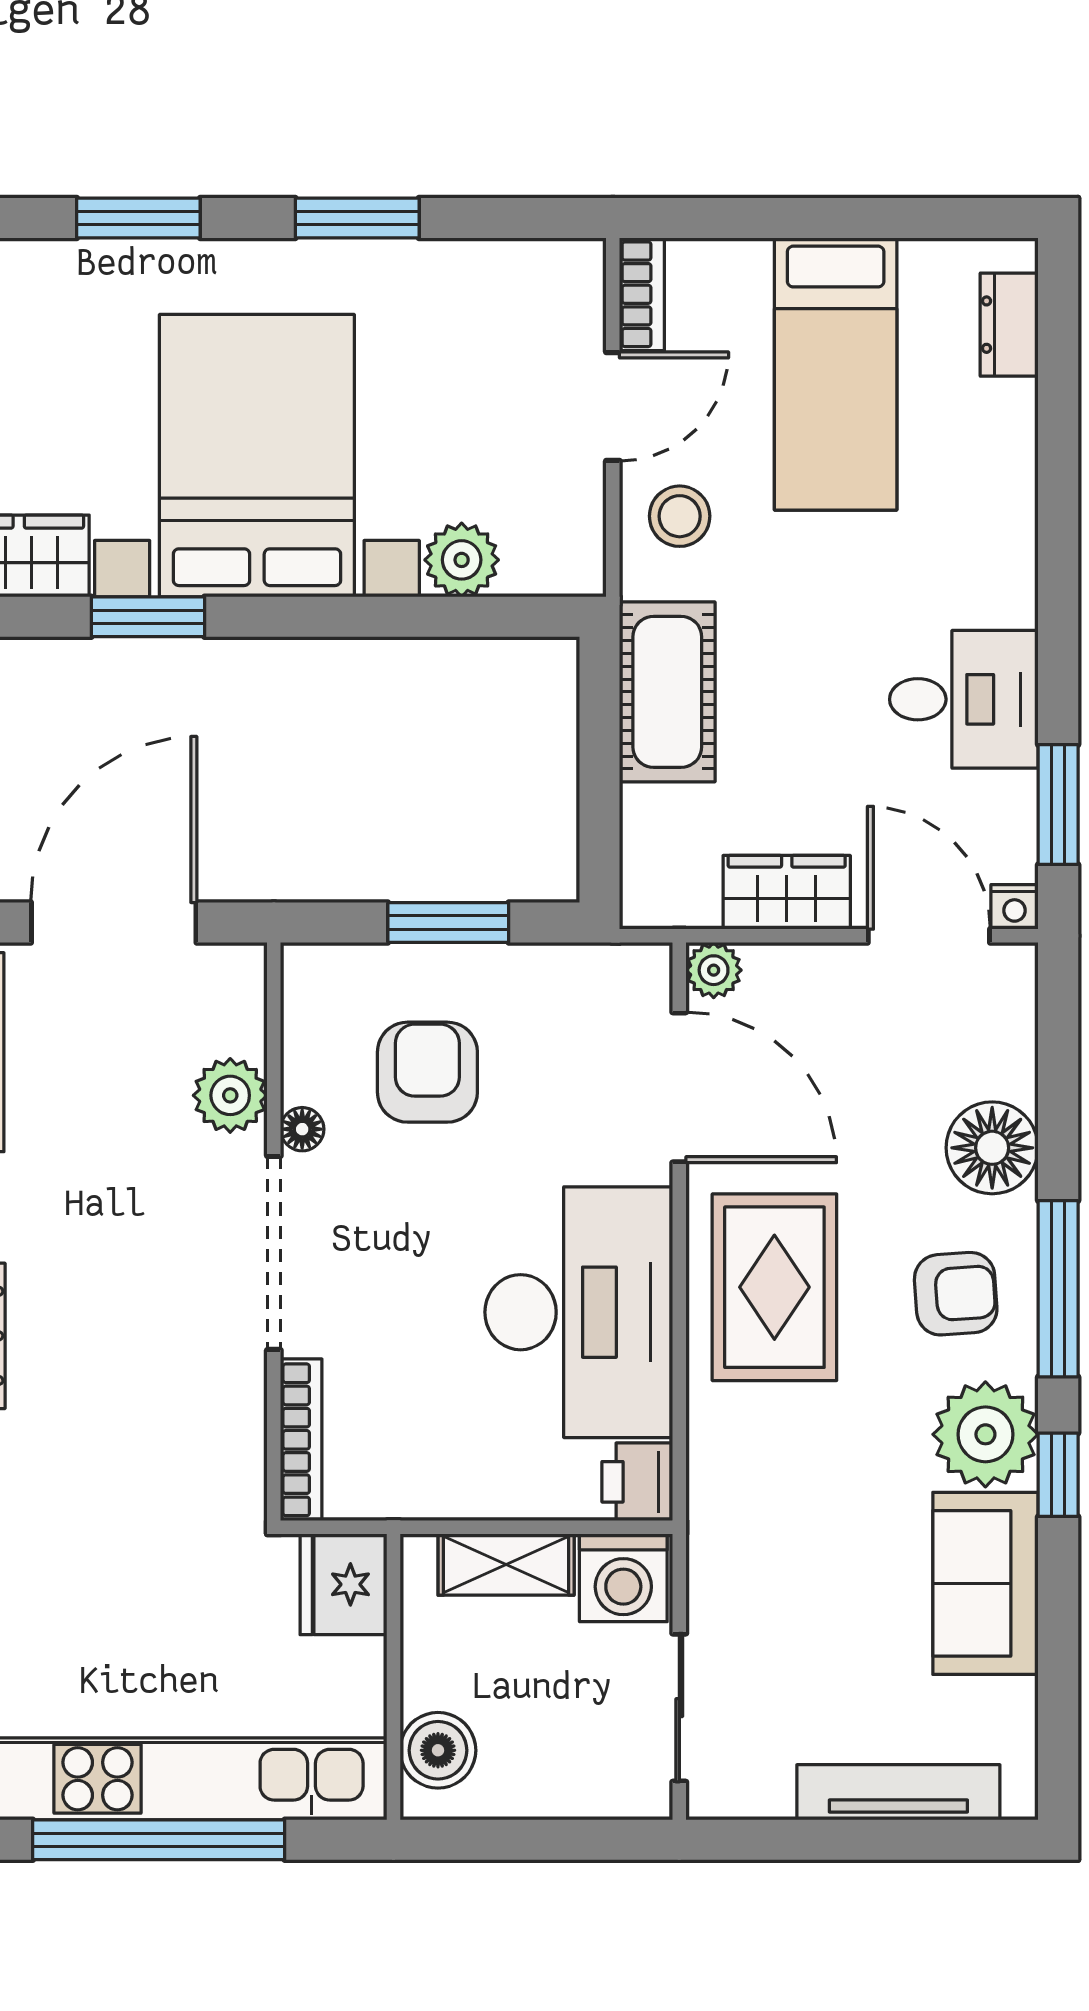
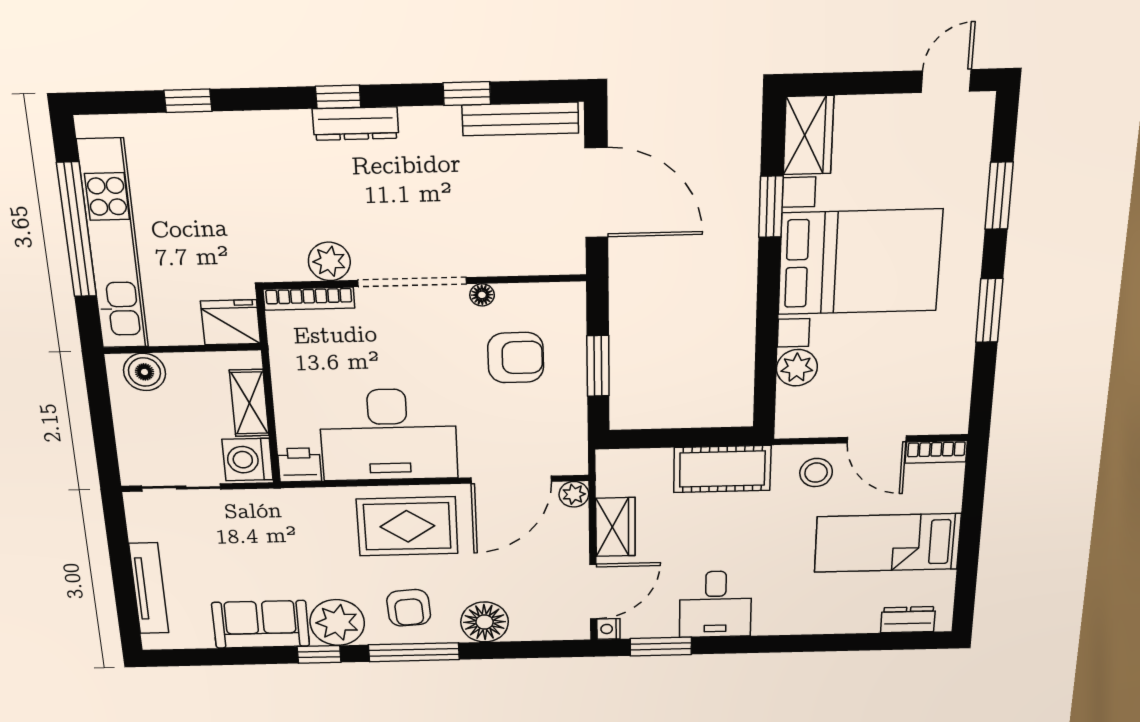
plant: (230, 1095) -> (329, 261), moved

